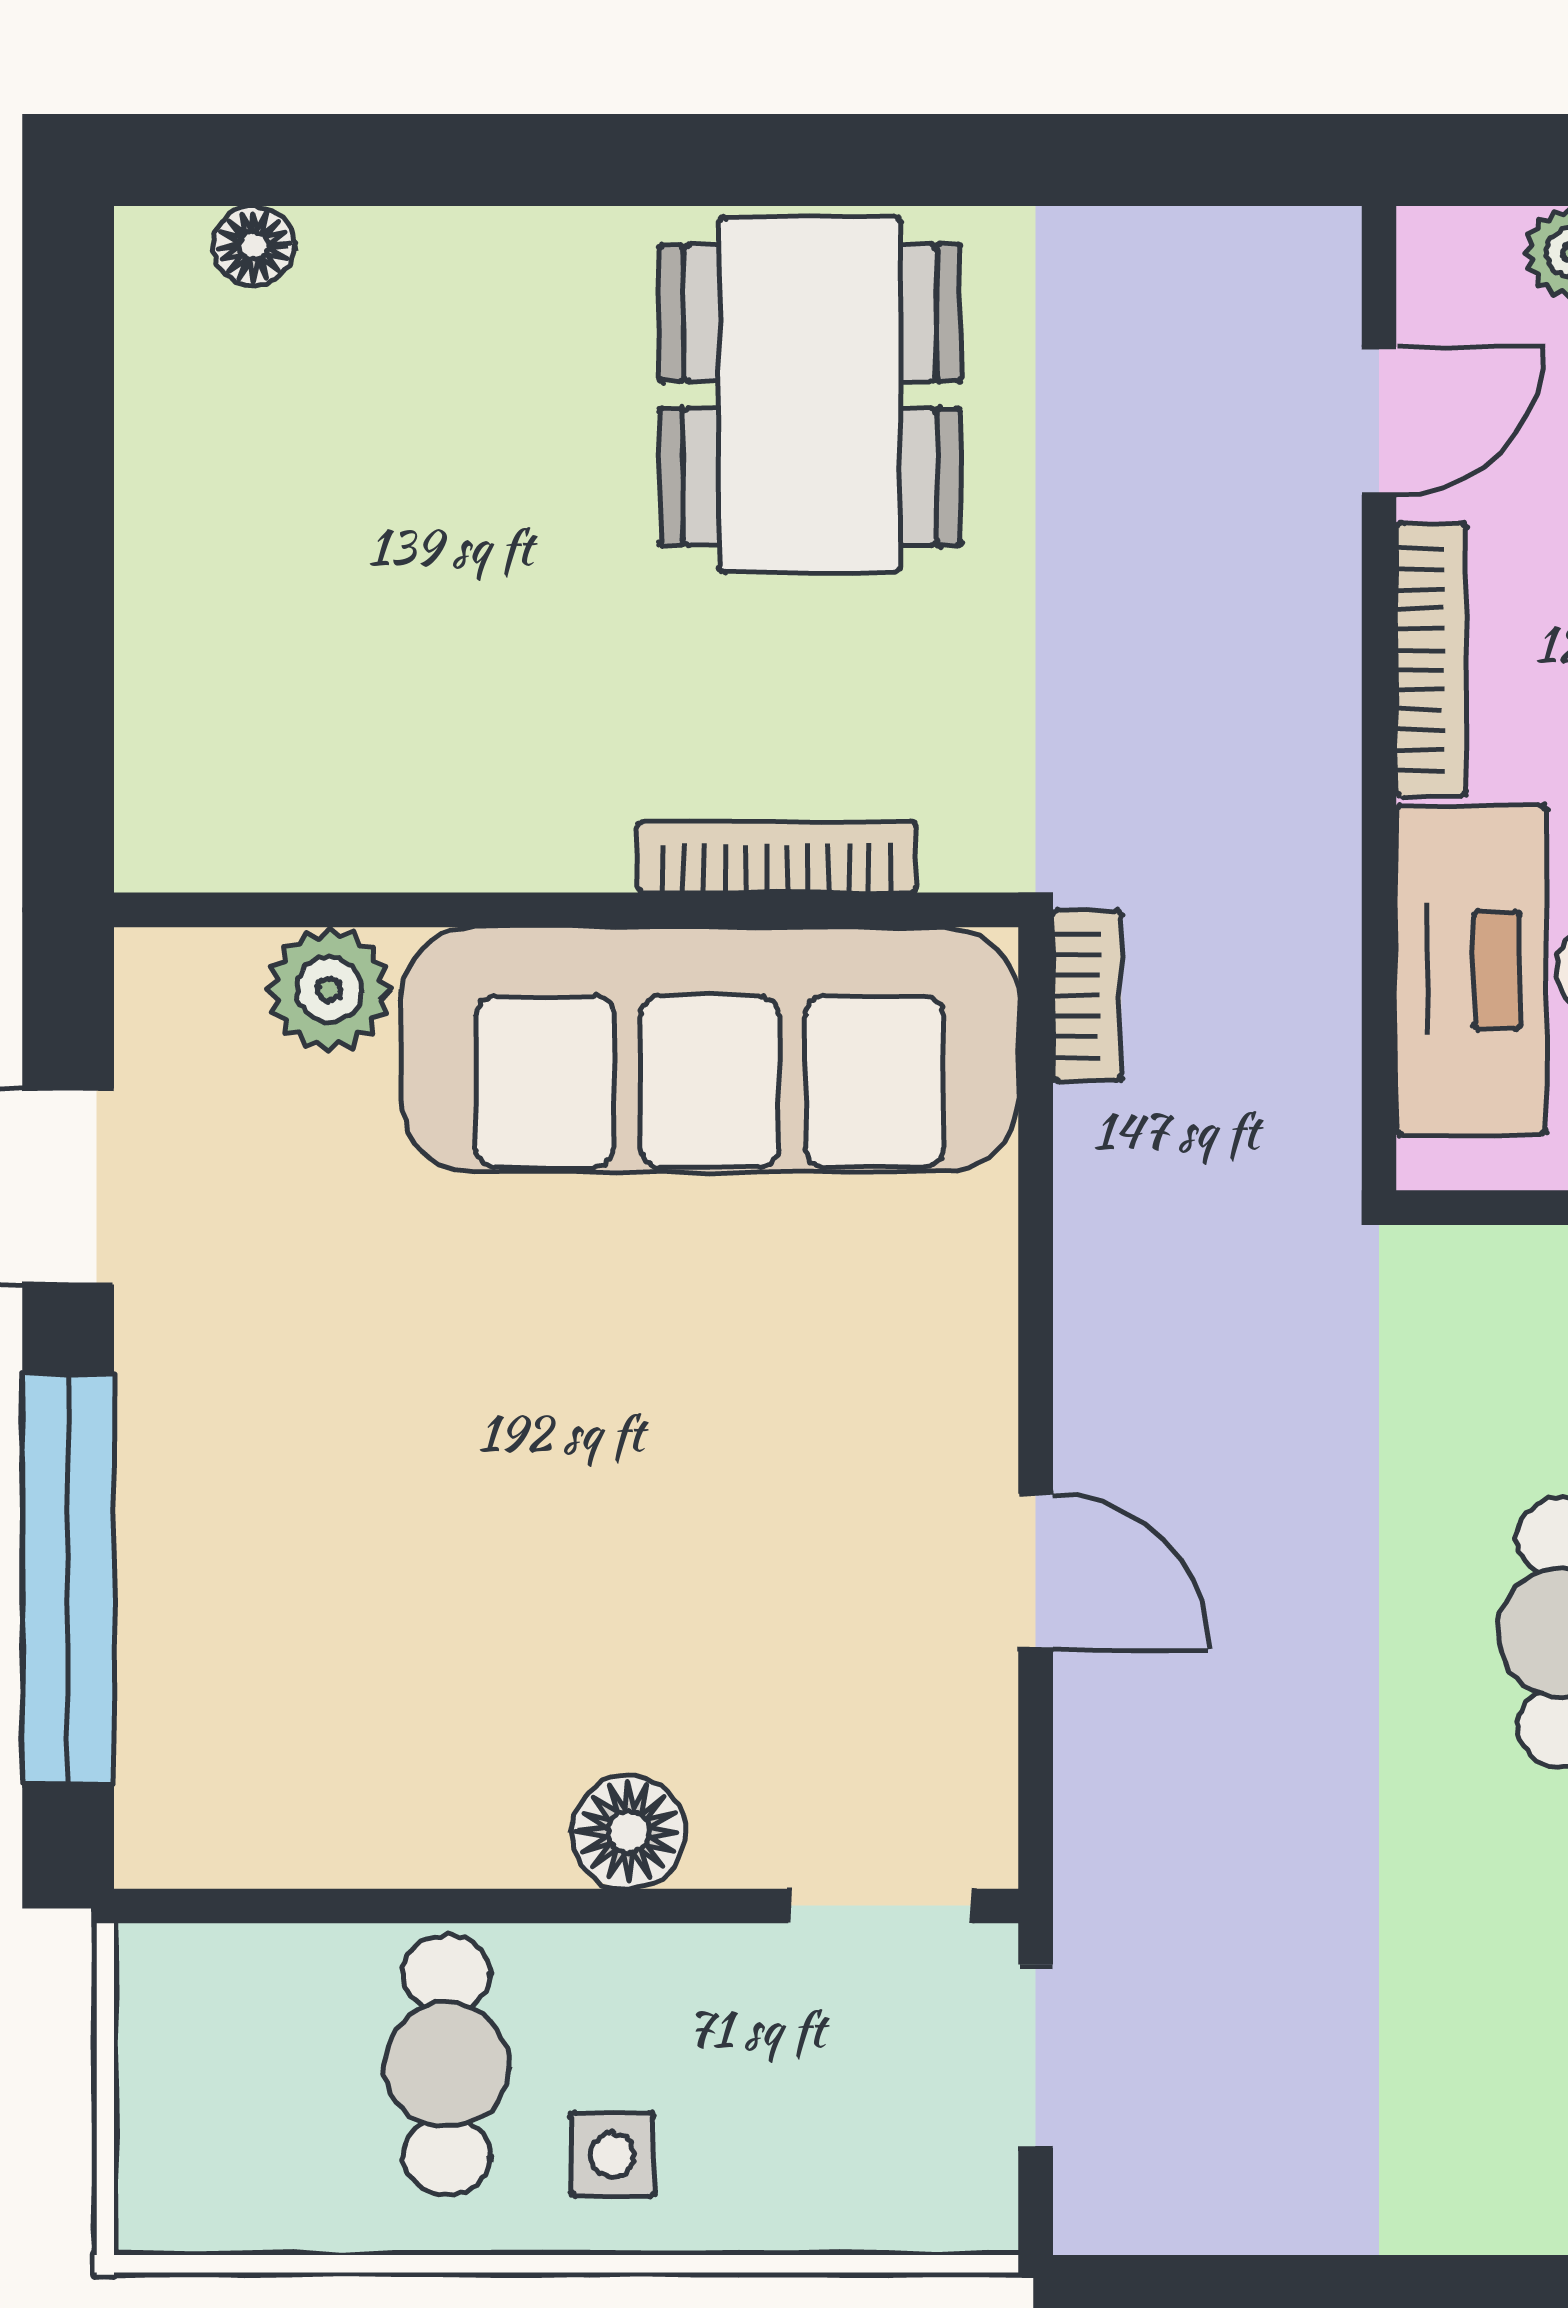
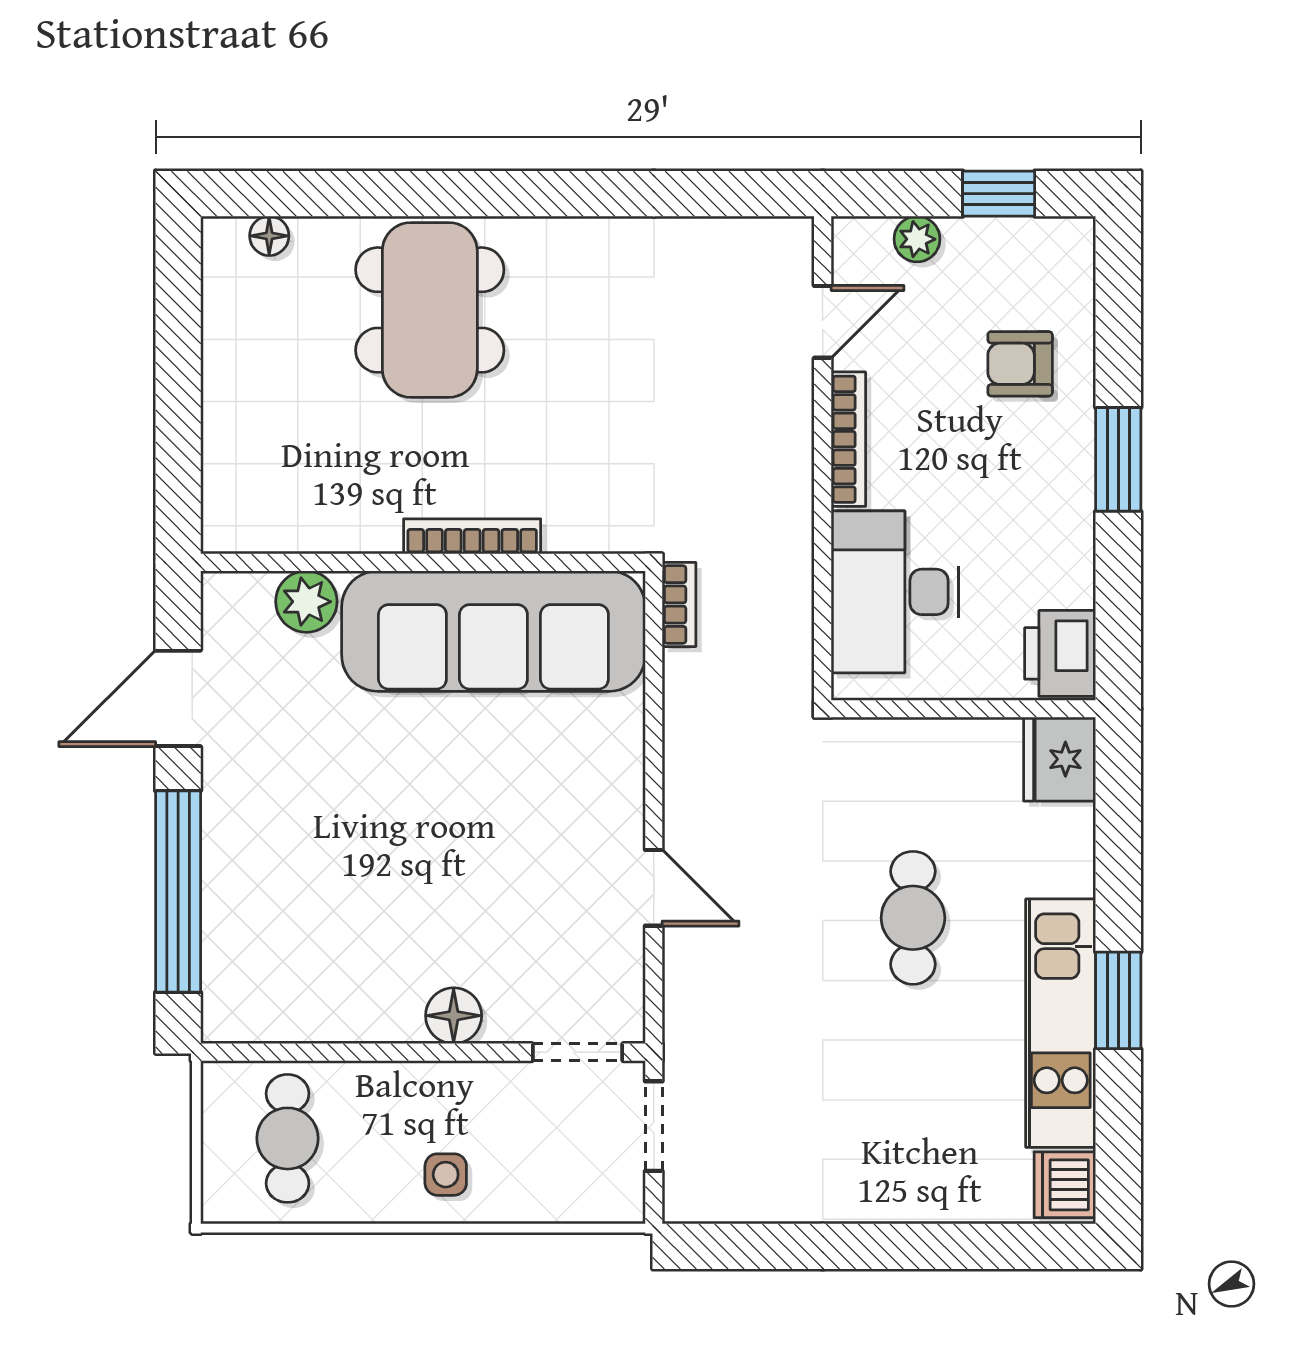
dining table: (810, 395) -> (430, 310), moved
bookcase: (777, 857) -> (472, 536), moved
cafe table: (447, 2065) -> (288, 1138), moved

